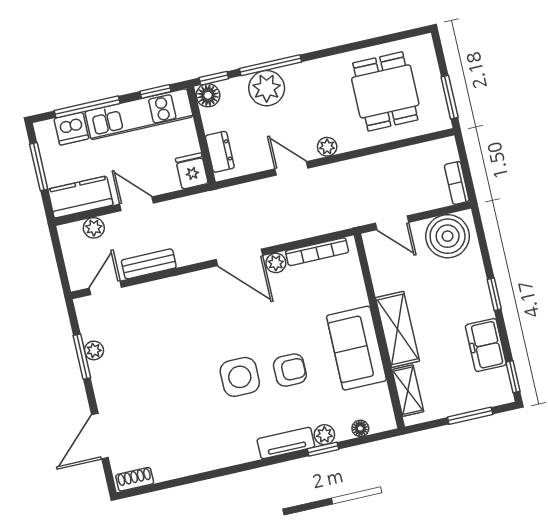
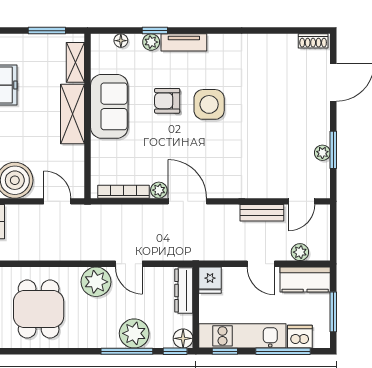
plant: (327, 147) -> (96, 282), width x1.88, depth x1.88
dresser: (220, 152) -> (184, 291), width x1.44
window: (470, 416) -> (47, 31), moved

